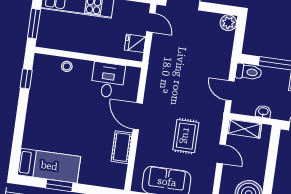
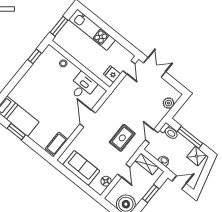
plant: (228, 23) -> (168, 103), moved
rug: (186, 136) -> (122, 138), moved
cot: (122, 147) -> (57, 144), moved
window: (271, 162) -> (151, 194), added
floor lamp: (207, 180) -> (106, 181), added

